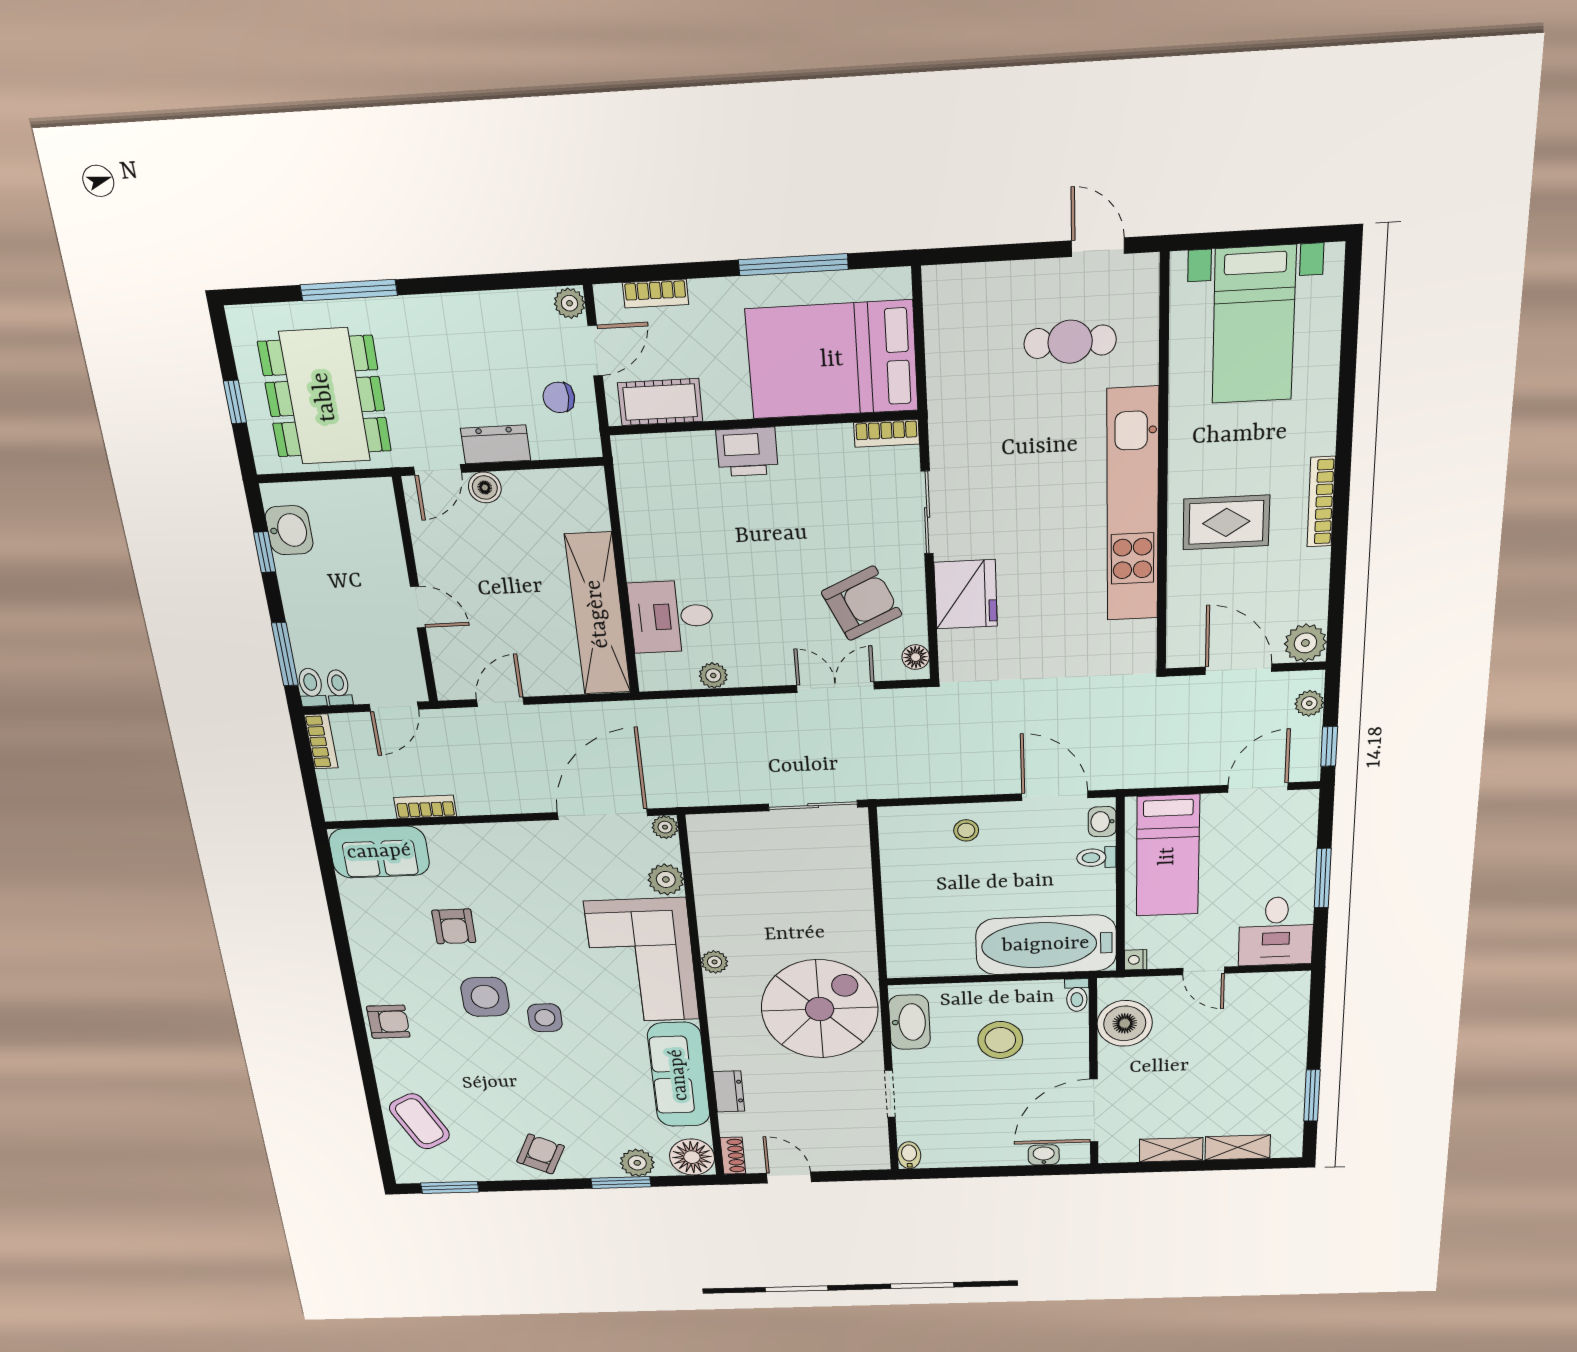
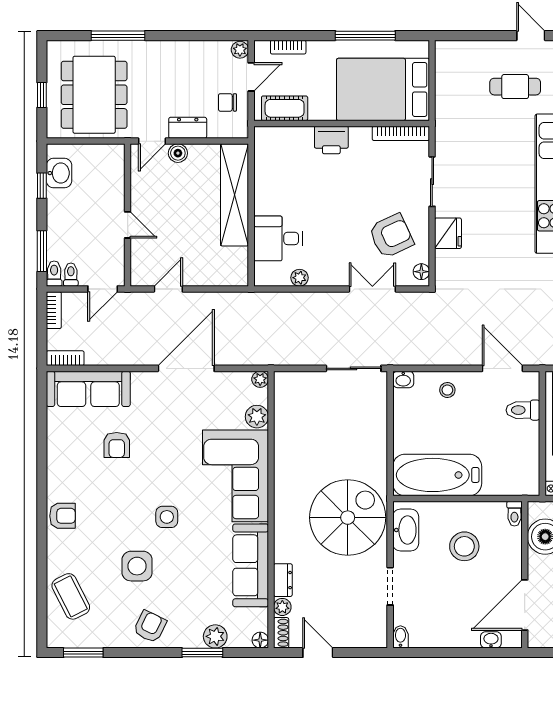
bookcase: (887, 433) -> (401, 133), width x1.56
fridge: (966, 594) -> (448, 233), width x0.73, depth x0.75
shelving: (598, 614) -> (234, 195), moved
bookcase: (425, 807) -> (65, 358), moved
door: (602, 814) -> (186, 368), moved
washbasin: (1102, 822) -> (403, 379), moved, turned -90
sofa: (379, 852) -> (88, 389), width x1.36
toilet: (1096, 858) -> (523, 410), width x1.37, depth x1.39
bathtub: (1046, 945) -> (437, 475), moved
plant: (715, 962) -> (282, 607), moved
side table: (485, 997) -> (137, 566), moved
floor lamp: (692, 1157) -> (260, 640), width x0.53, depth x0.53

